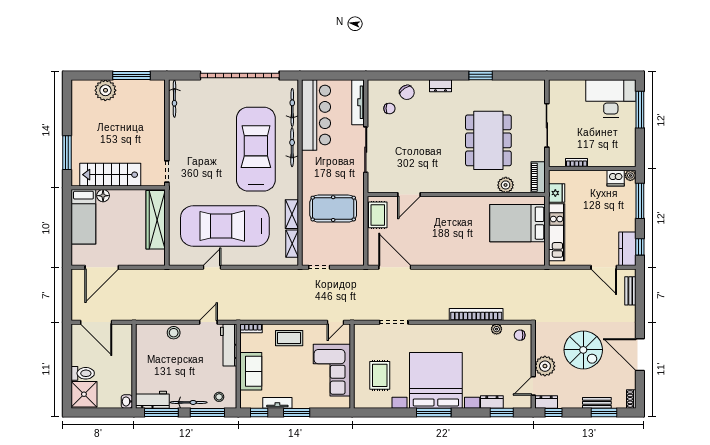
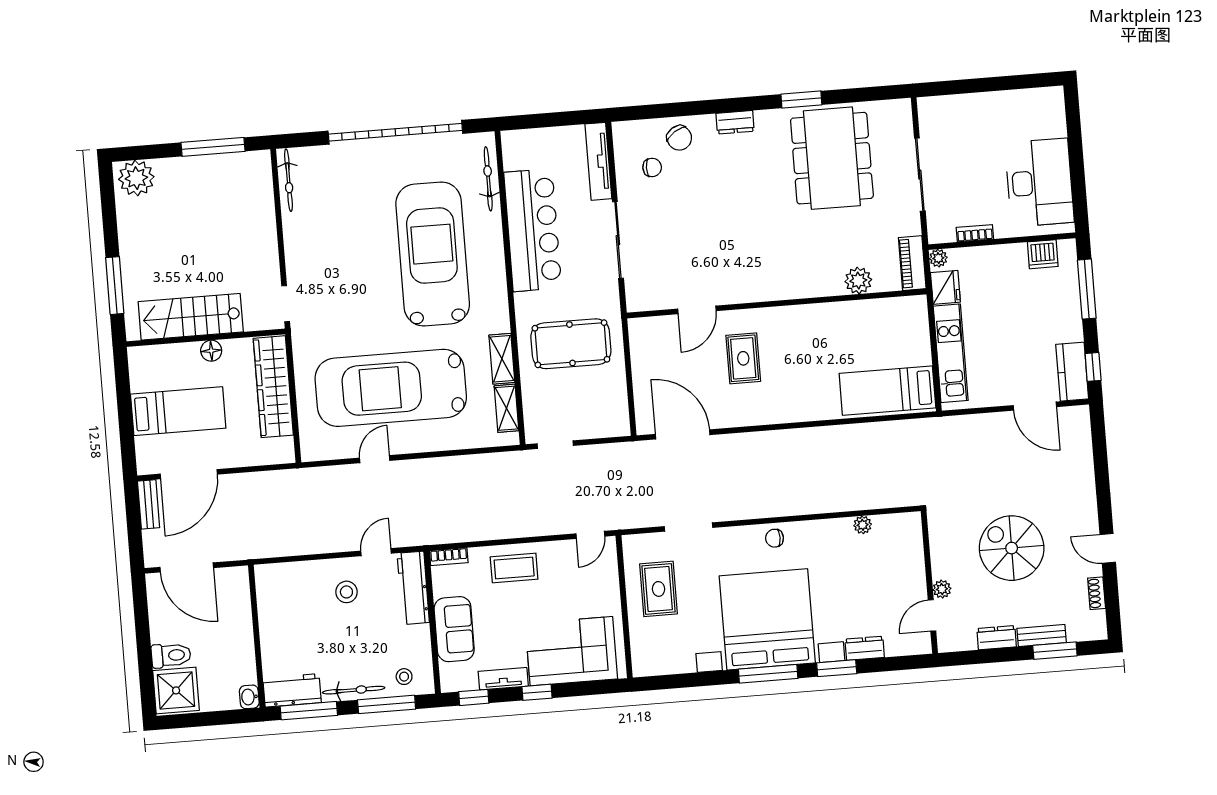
plant: (105, 90) -> (136, 178), moved
desk: (611, 98) -> (1039, 182), moved, turned 90
window: (640, 110) -> (1074, 135), removed
bar counter: (316, 115) -> (533, 230), moved
dining table: (488, 140) -> (832, 158), moved
bicycle: (292, 147) -> (493, 246), removed
plant: (630, 175) -> (938, 258), moved
floor lamp: (103, 196) -> (211, 351), moved
rug: (378, 215) -> (743, 358), moved
bed: (83, 217) -> (178, 411), moved, turned -90
bed: (518, 223) -> (887, 391), moved, width x0.67
bench: (630, 291) -> (149, 504), moved
bookcase: (476, 314) -> (826, 503), removed
stool: (174, 333) -> (346, 592), moved
chair: (520, 335) -> (775, 538), moved
spiral stairs: (583, 350) -> (1012, 548), turned 180
door: (640, 355) -> (1108, 548), width x0.53
plant: (545, 366) -> (942, 589), width x0.53, depth x0.53
corner sofa: (332, 370) -> (571, 651), moved, turned 90
rug: (380, 375) -> (658, 589), moved
shoe rack: (631, 399) -> (1097, 593), moved
dresser: (546, 402) -> (997, 638), moved
window: (297, 412) -> (537, 692), width x0.67
window: (502, 412) -> (837, 668), moved
window: (554, 412) -> (970, 657), removed

